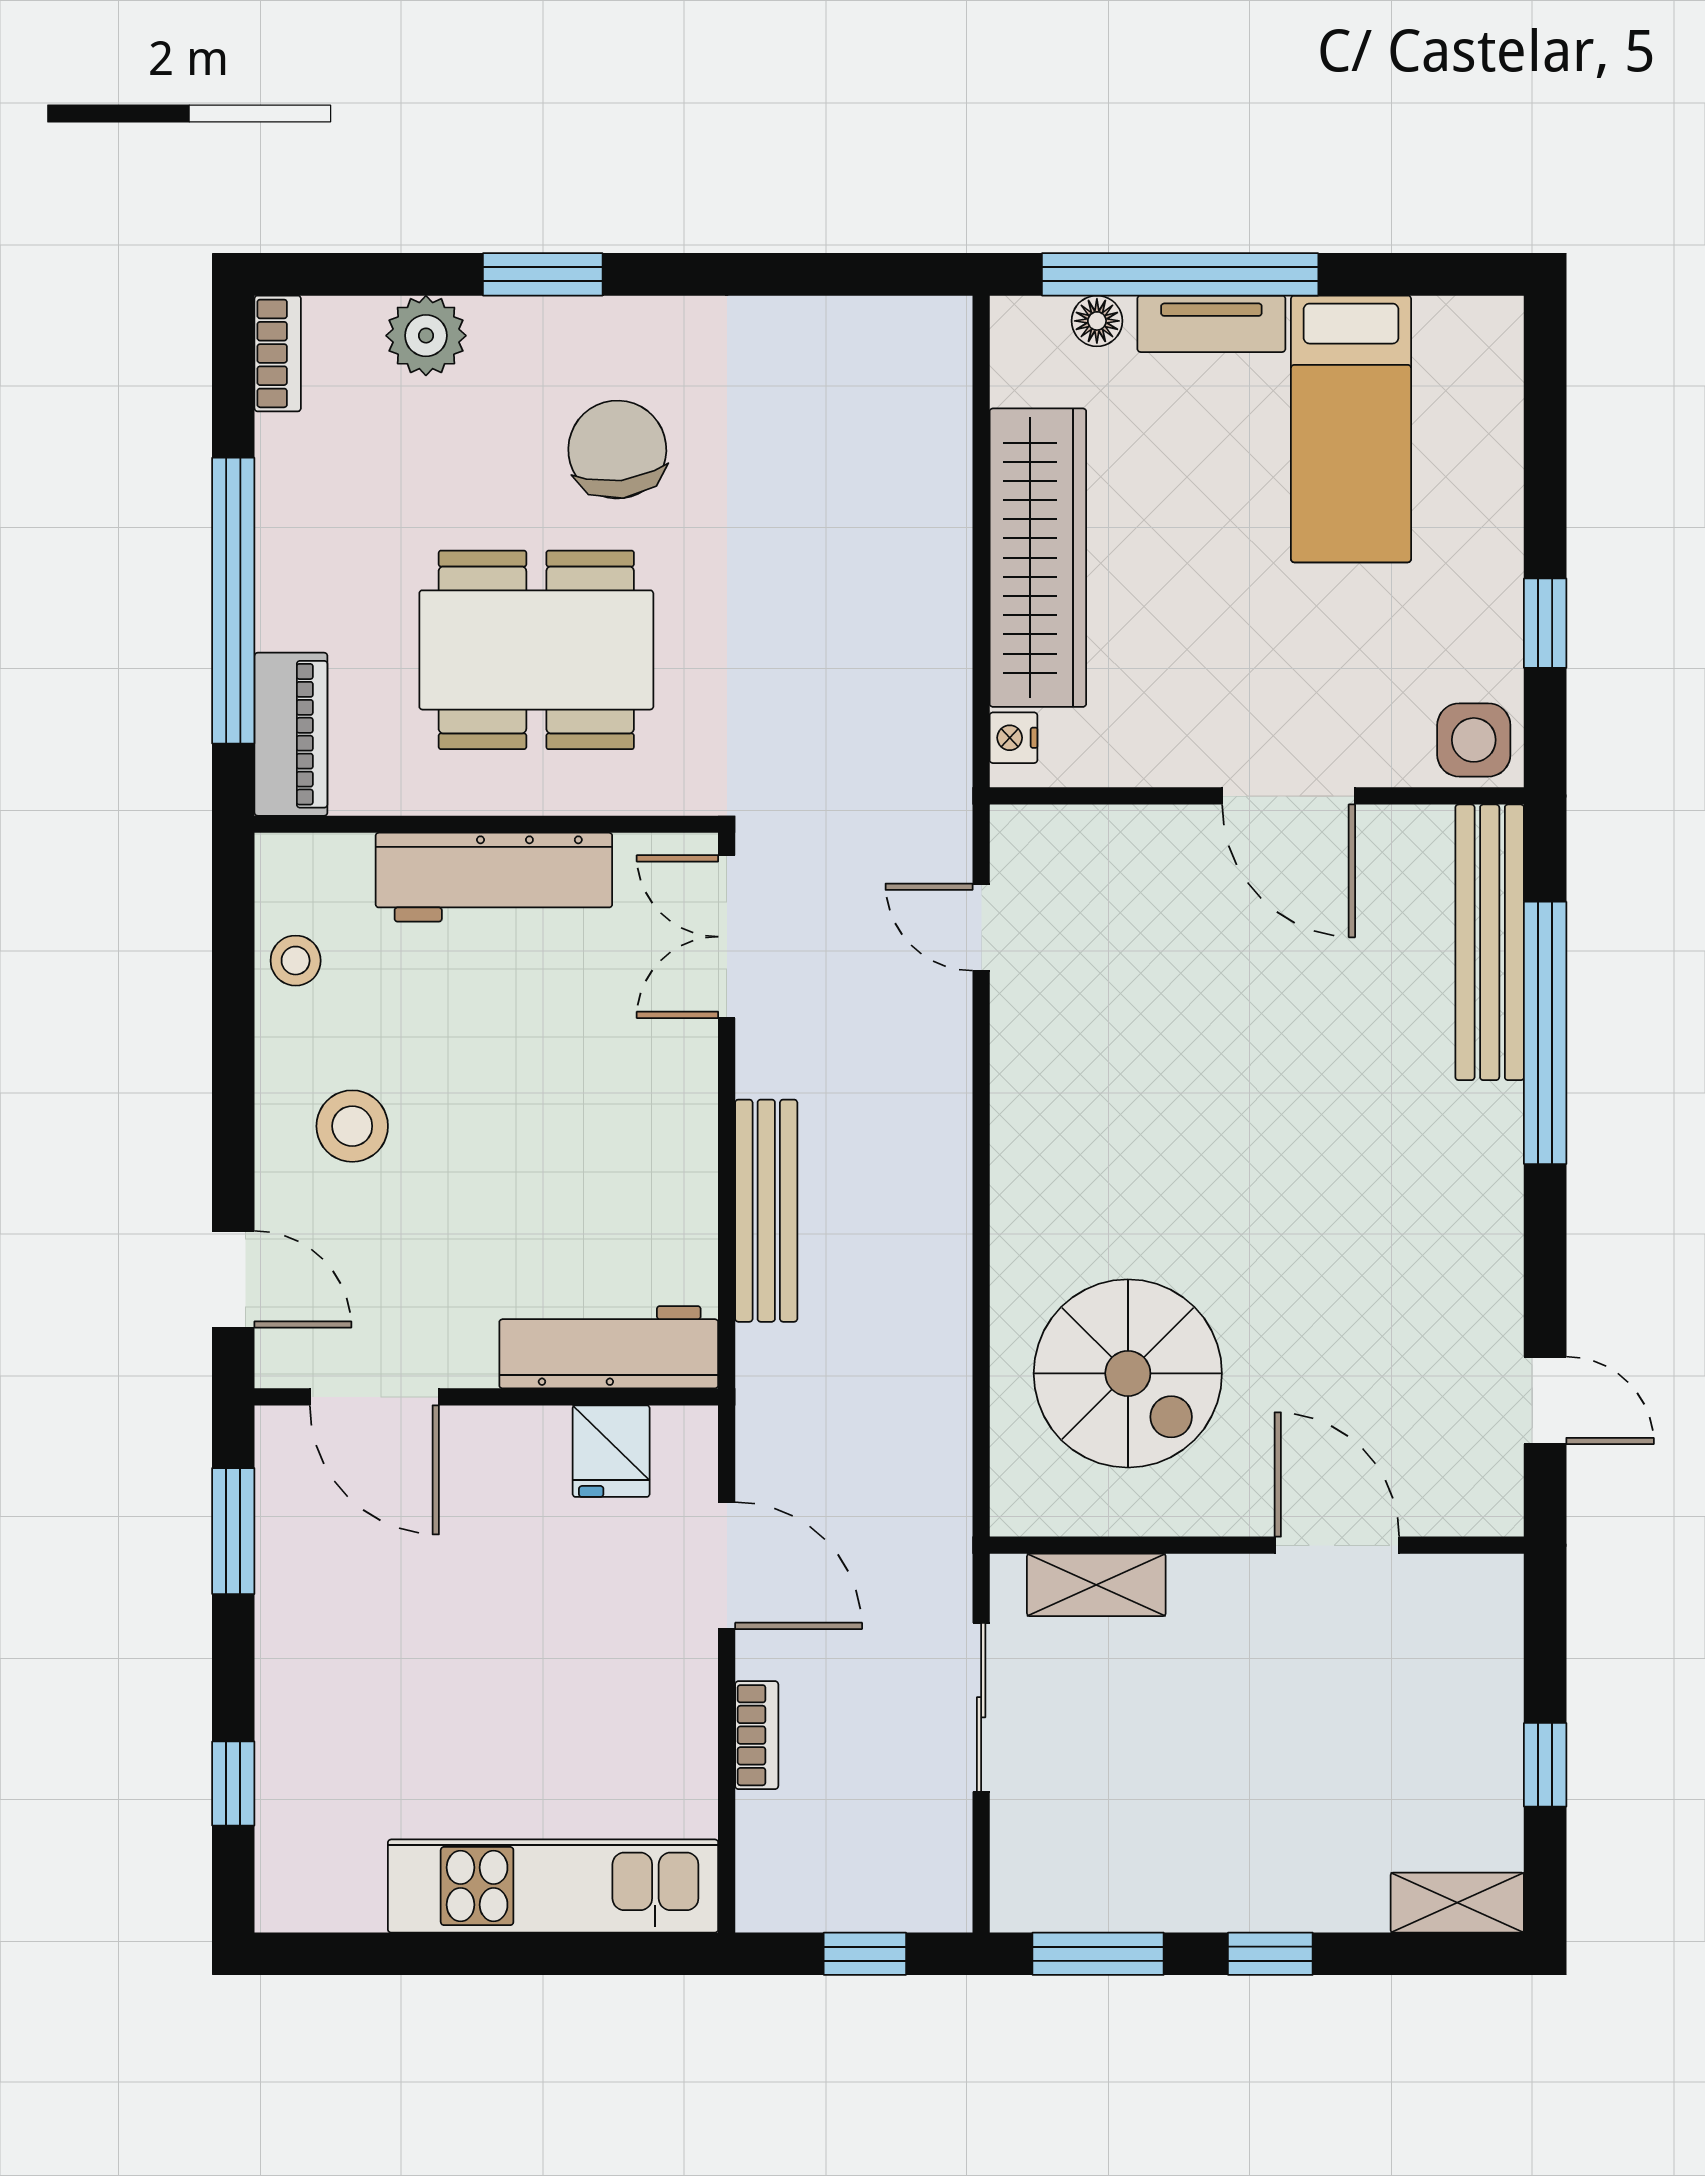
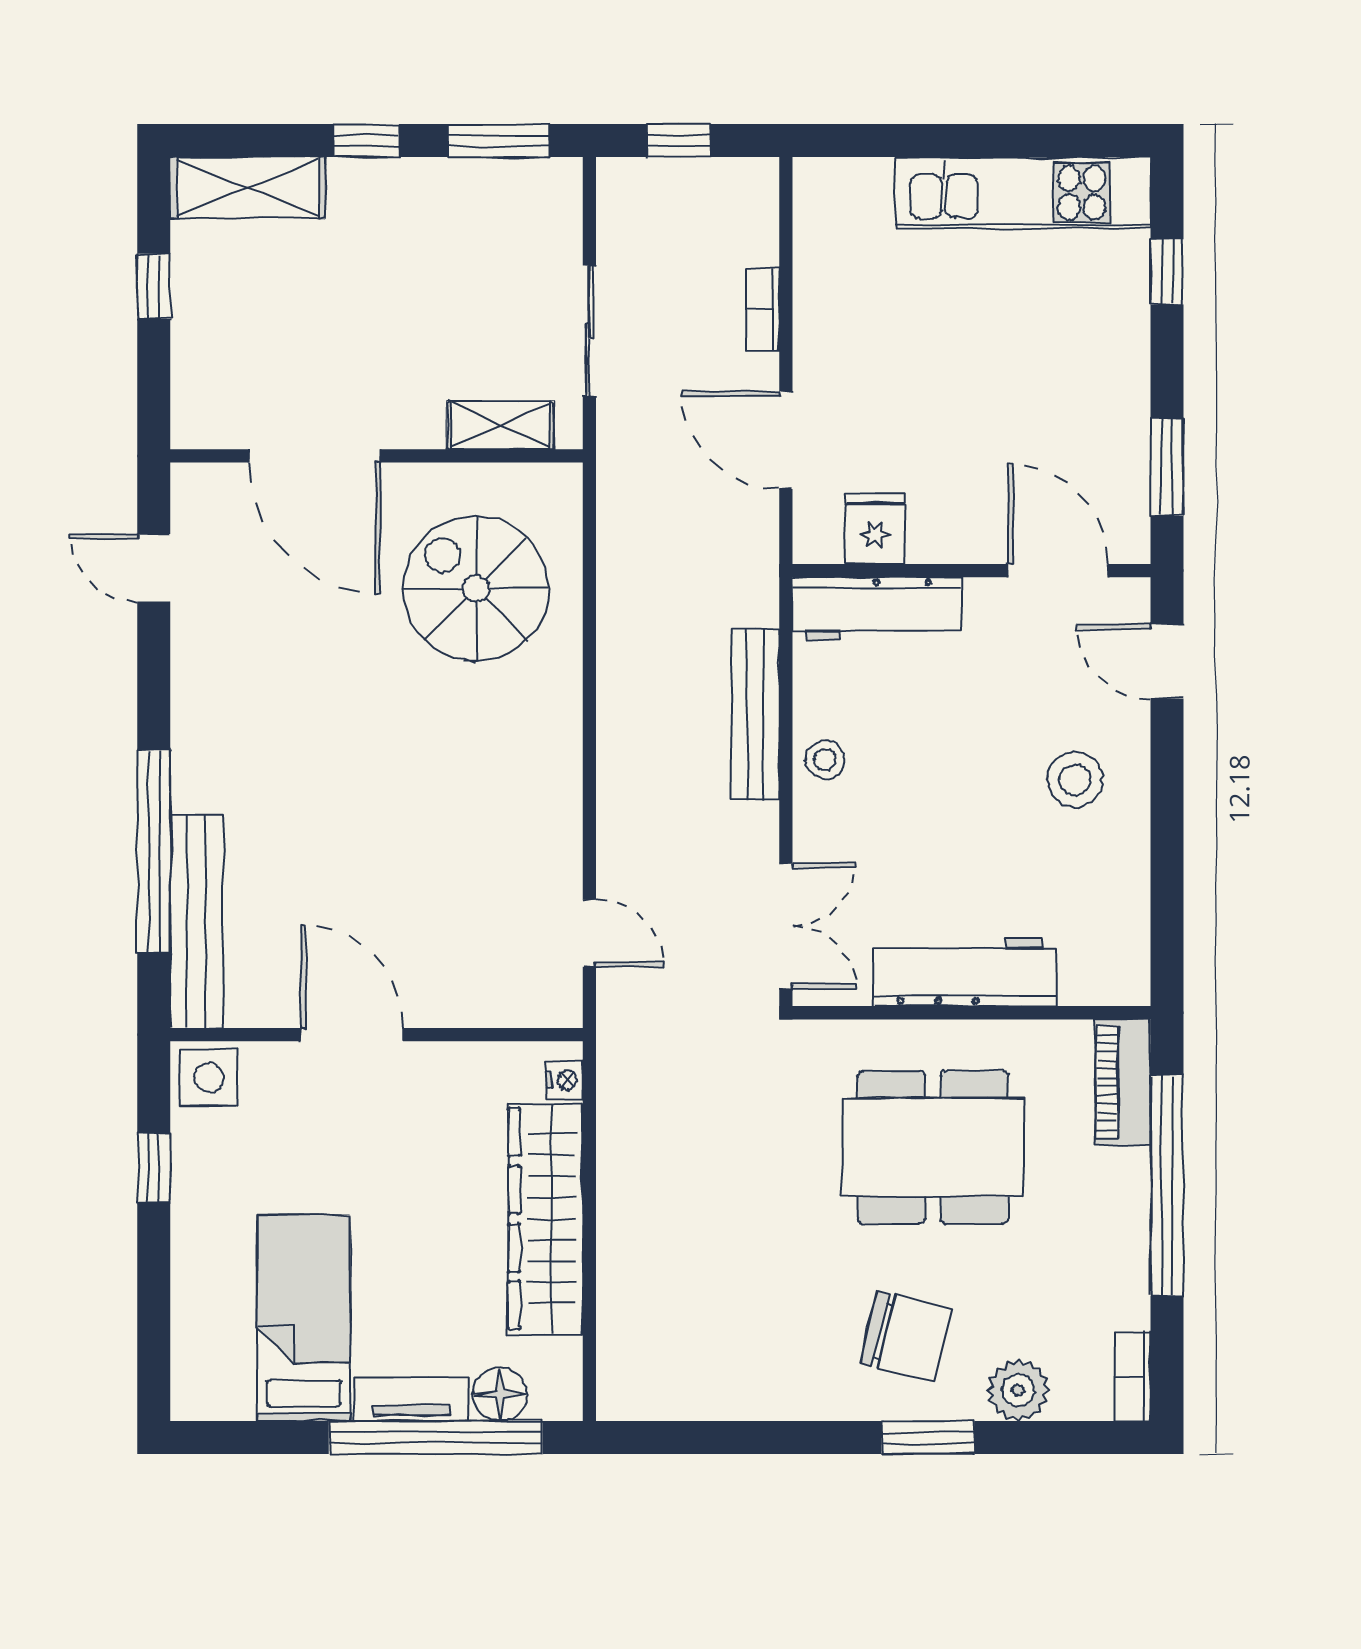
floor lamp: (1097, 321) -> (500, 1394), width x1.37, depth x1.37
chair: (617, 450) -> (905, 1336), moved, turned -69
stool: (296, 961) -> (825, 760), moved
door: (1337, 1545) -> (315, 456), width x1.36
kitchen unit: (553, 1886) -> (1023, 193), moved
shelving: (1457, 1903) -> (247, 188), width x1.50, depth x1.33

